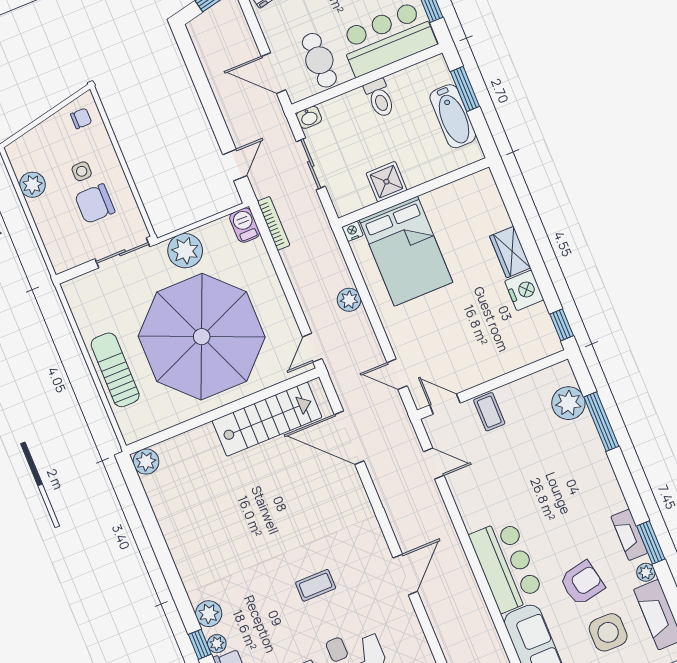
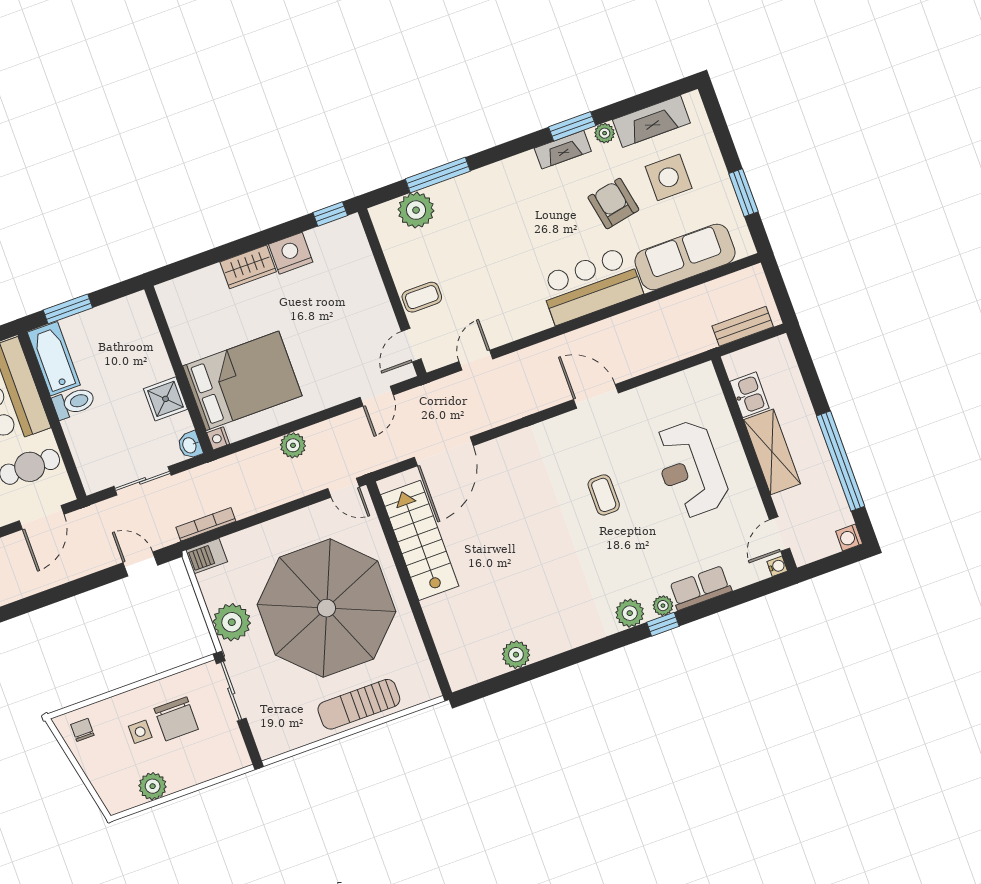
bathtub: (453, 116) -> (54, 359), moved, turned -90
washbasin: (309, 117) -> (190, 445), moved, turned 180
plant: (146, 461) -> (516, 655), moved

